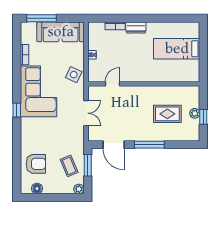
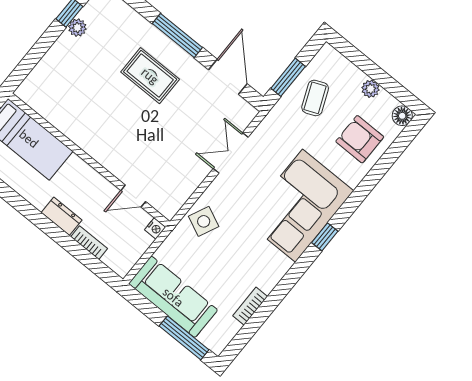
door: (113, 84) -> (133, 196), moved
wall: (144, 84) -> (89, 160), moved
corner sofa: (39, 91) -> (299, 206), moved
rug: (167, 114) -> (150, 76), moved
floor lamp: (37, 189) -> (402, 116), moved
plant: (79, 189) -> (370, 89), moved

